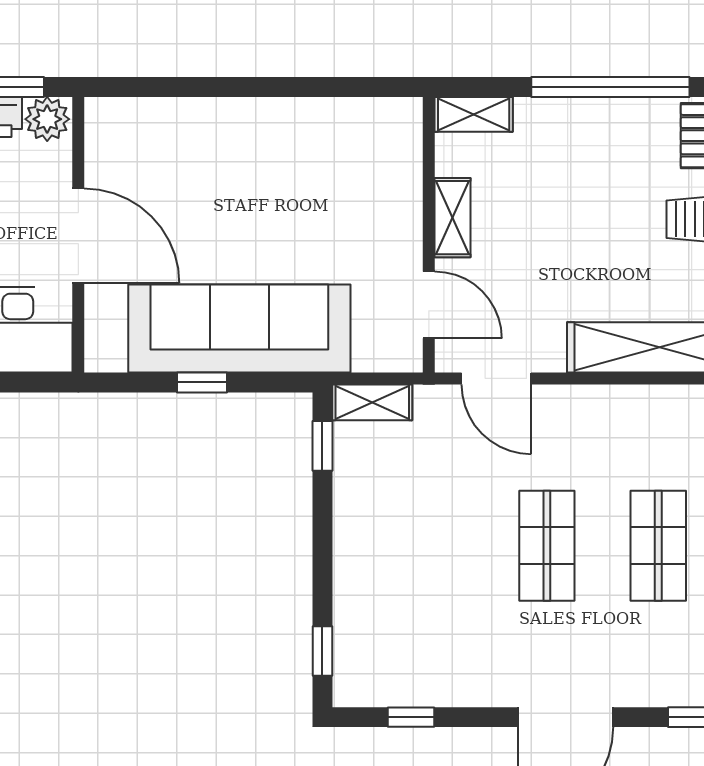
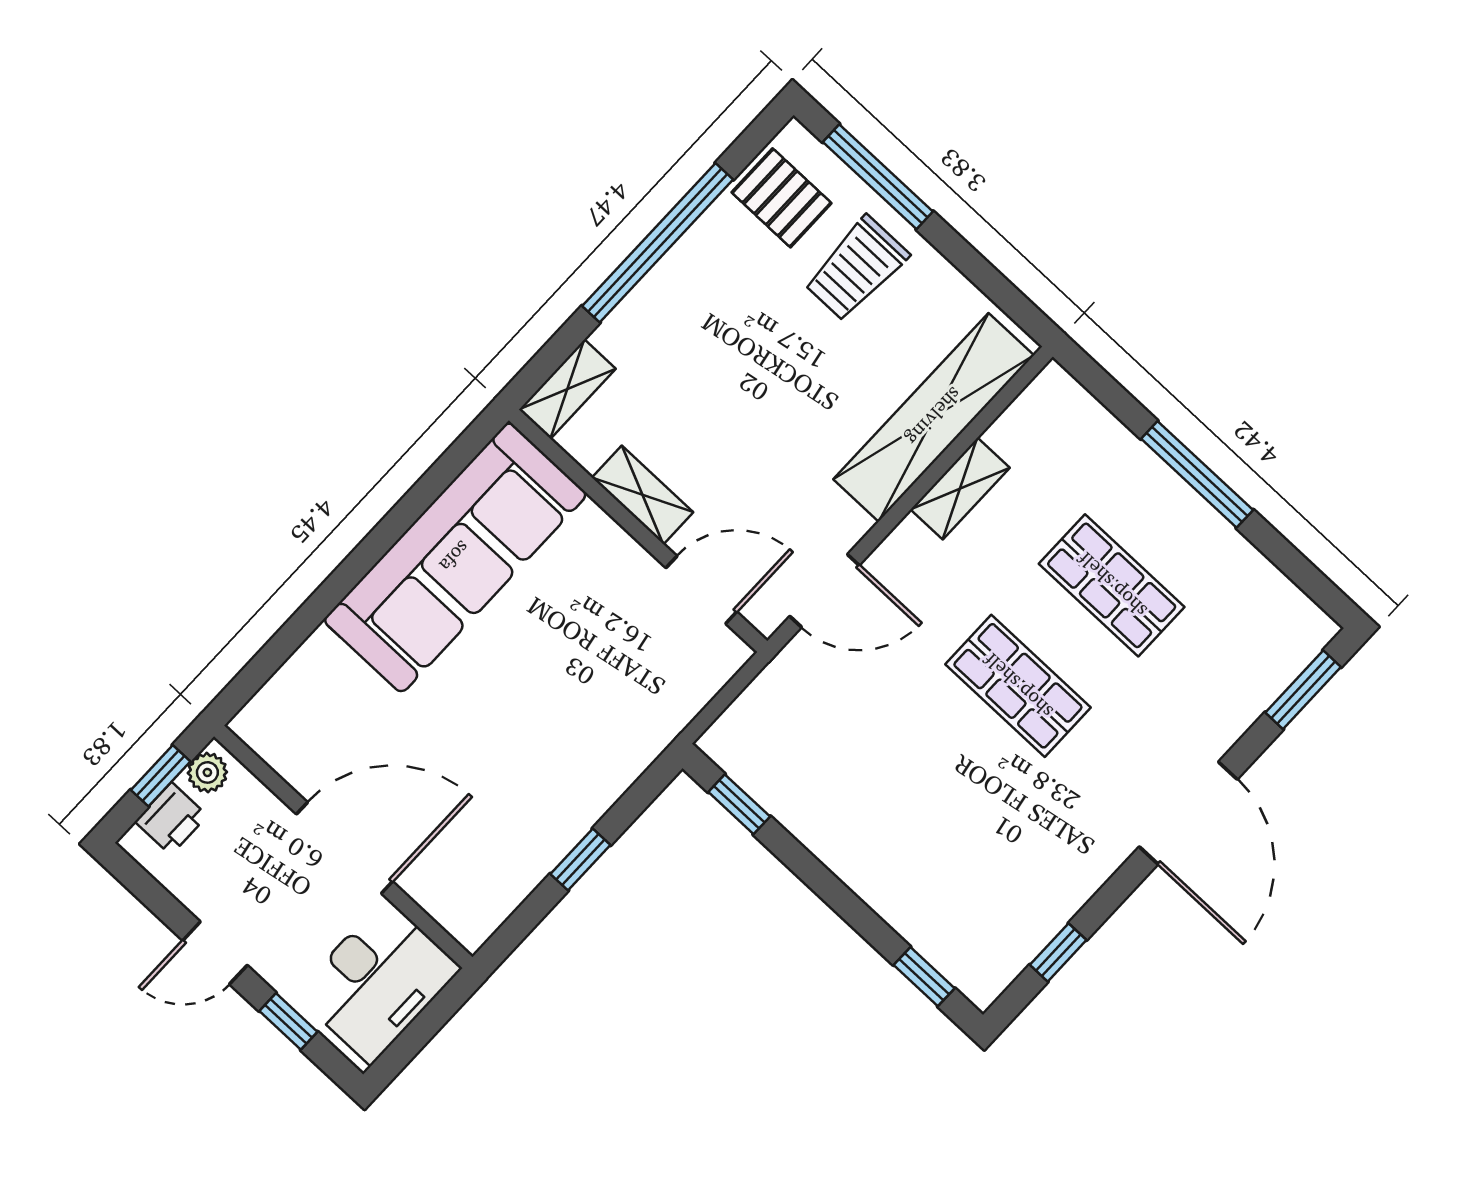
plant: (47, 119) -> (207, 772), width x0.73, depth x0.73
sofa: (239, 328) -> (455, 557), moved, turned 180
shelving: (372, 402) -> (960, 489), moved

